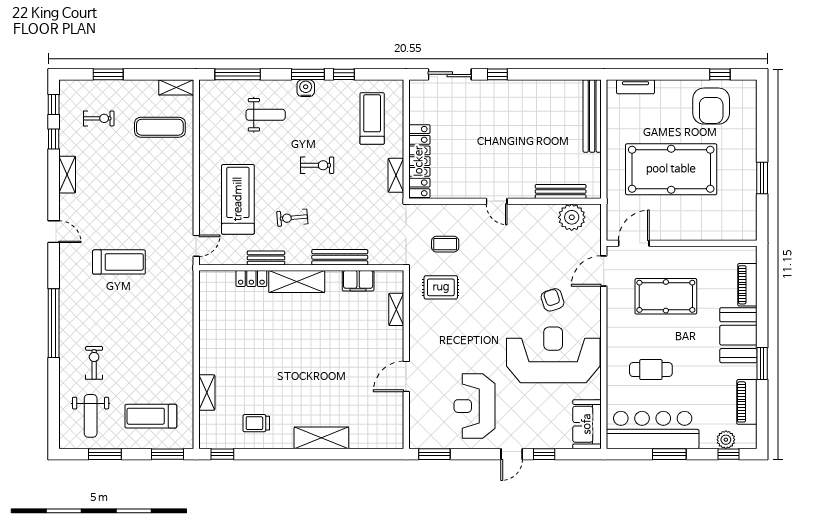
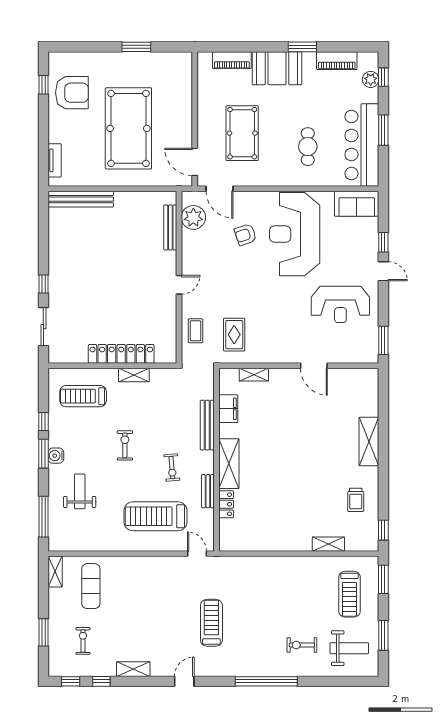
bench: (561, 191) -> (170, 227), moved
door: (497, 201) -> (179, 285), moved
wall: (505, 201) -> (179, 277), moved
plant: (572, 217) -> (193, 217), moved

